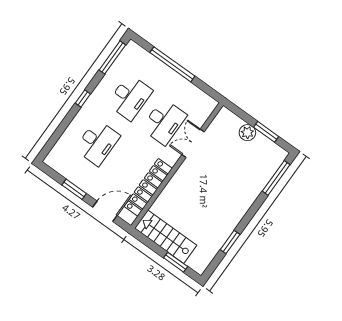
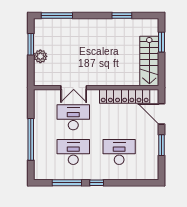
window: (112, 57) -> (67, 183), moved

